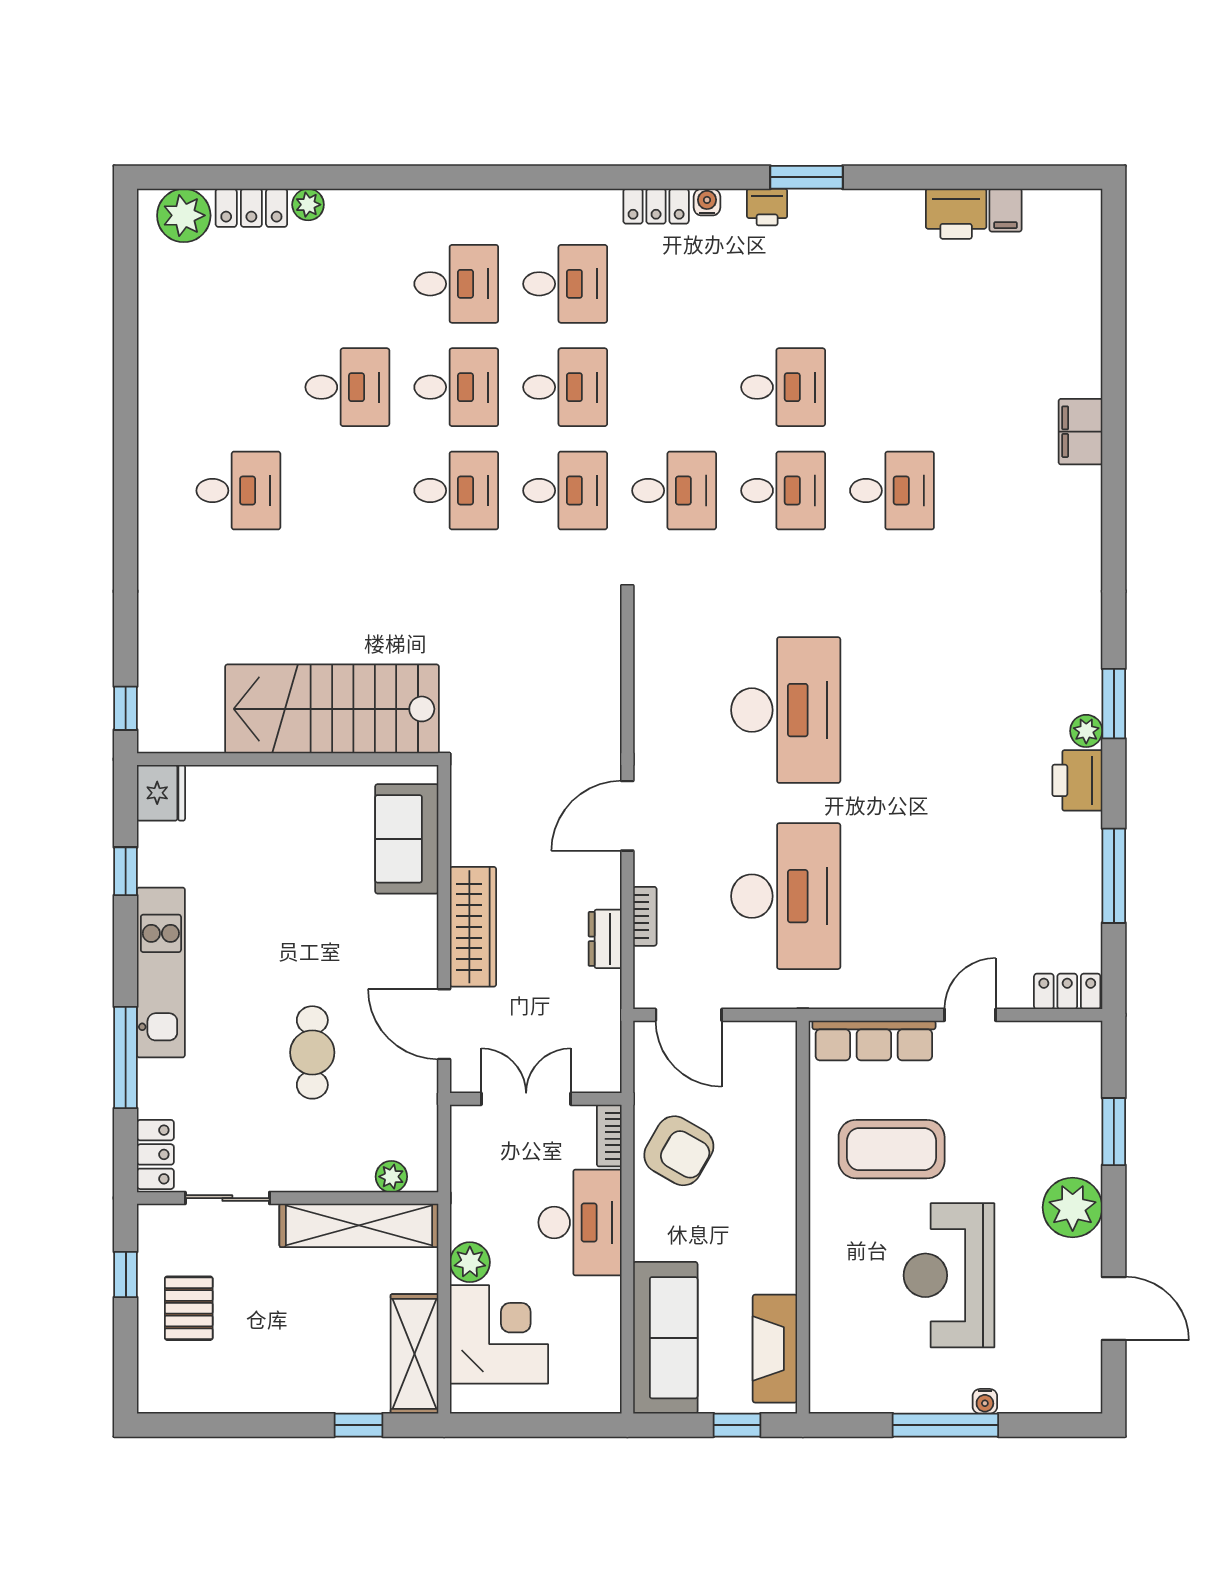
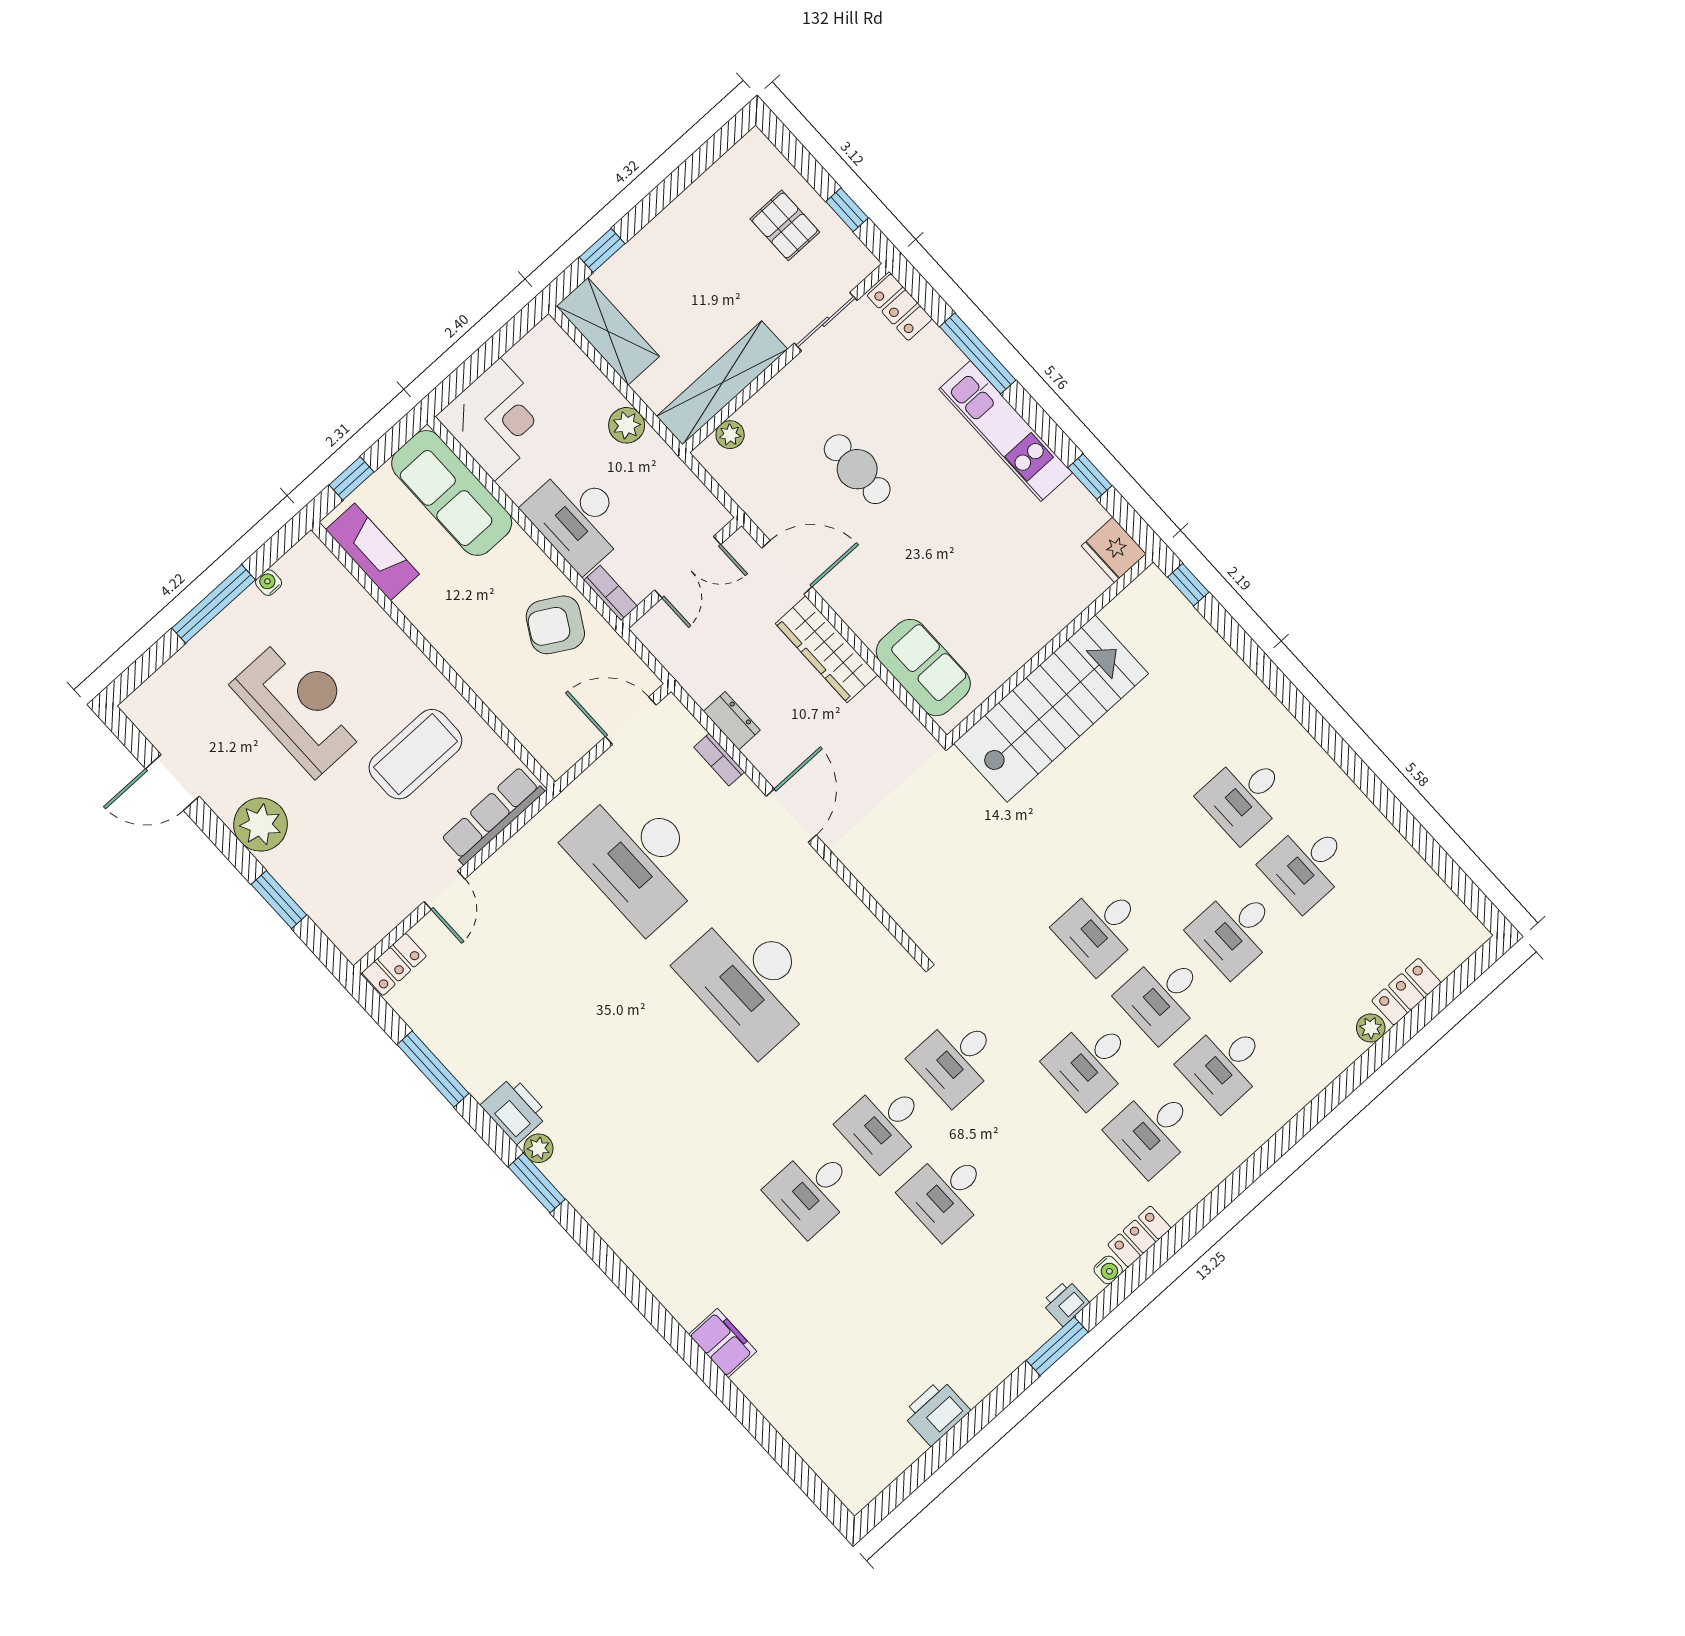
filing cabinet: (1005, 210) -> (906, 1444), removed
plant: (184, 215) -> (1446, 946), removed
desk: (565, 491) -> (1307, 865), moved
corner desk: (499, 1334) -> (497, 419), moved, turned -90
water cooler: (985, 1401) -> (269, 583), moved

